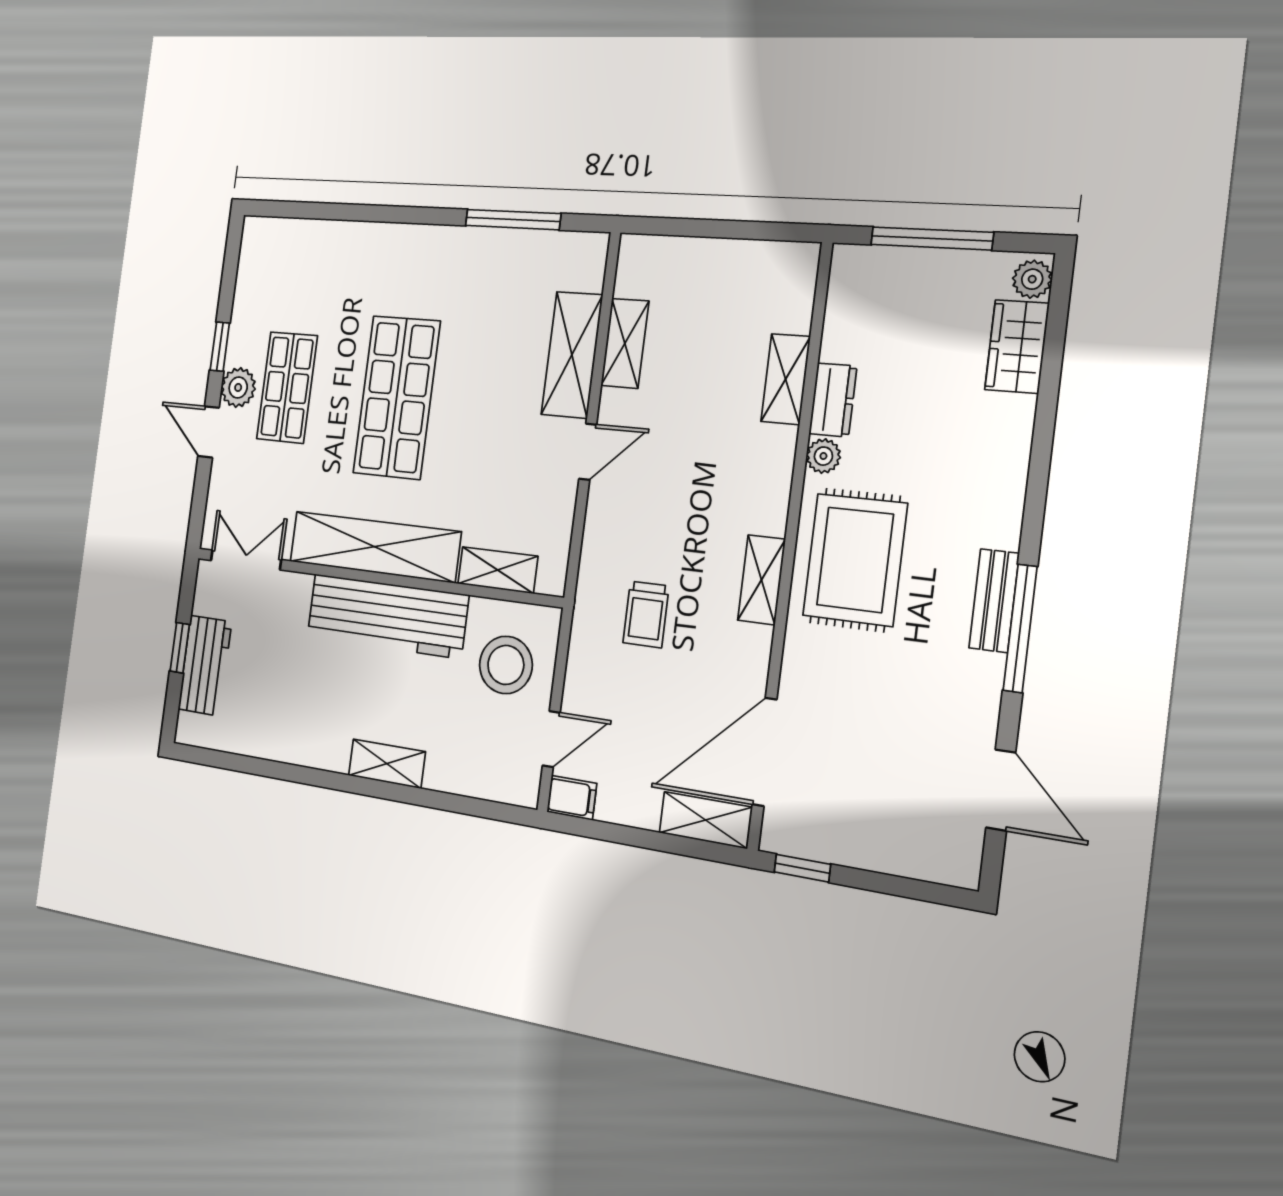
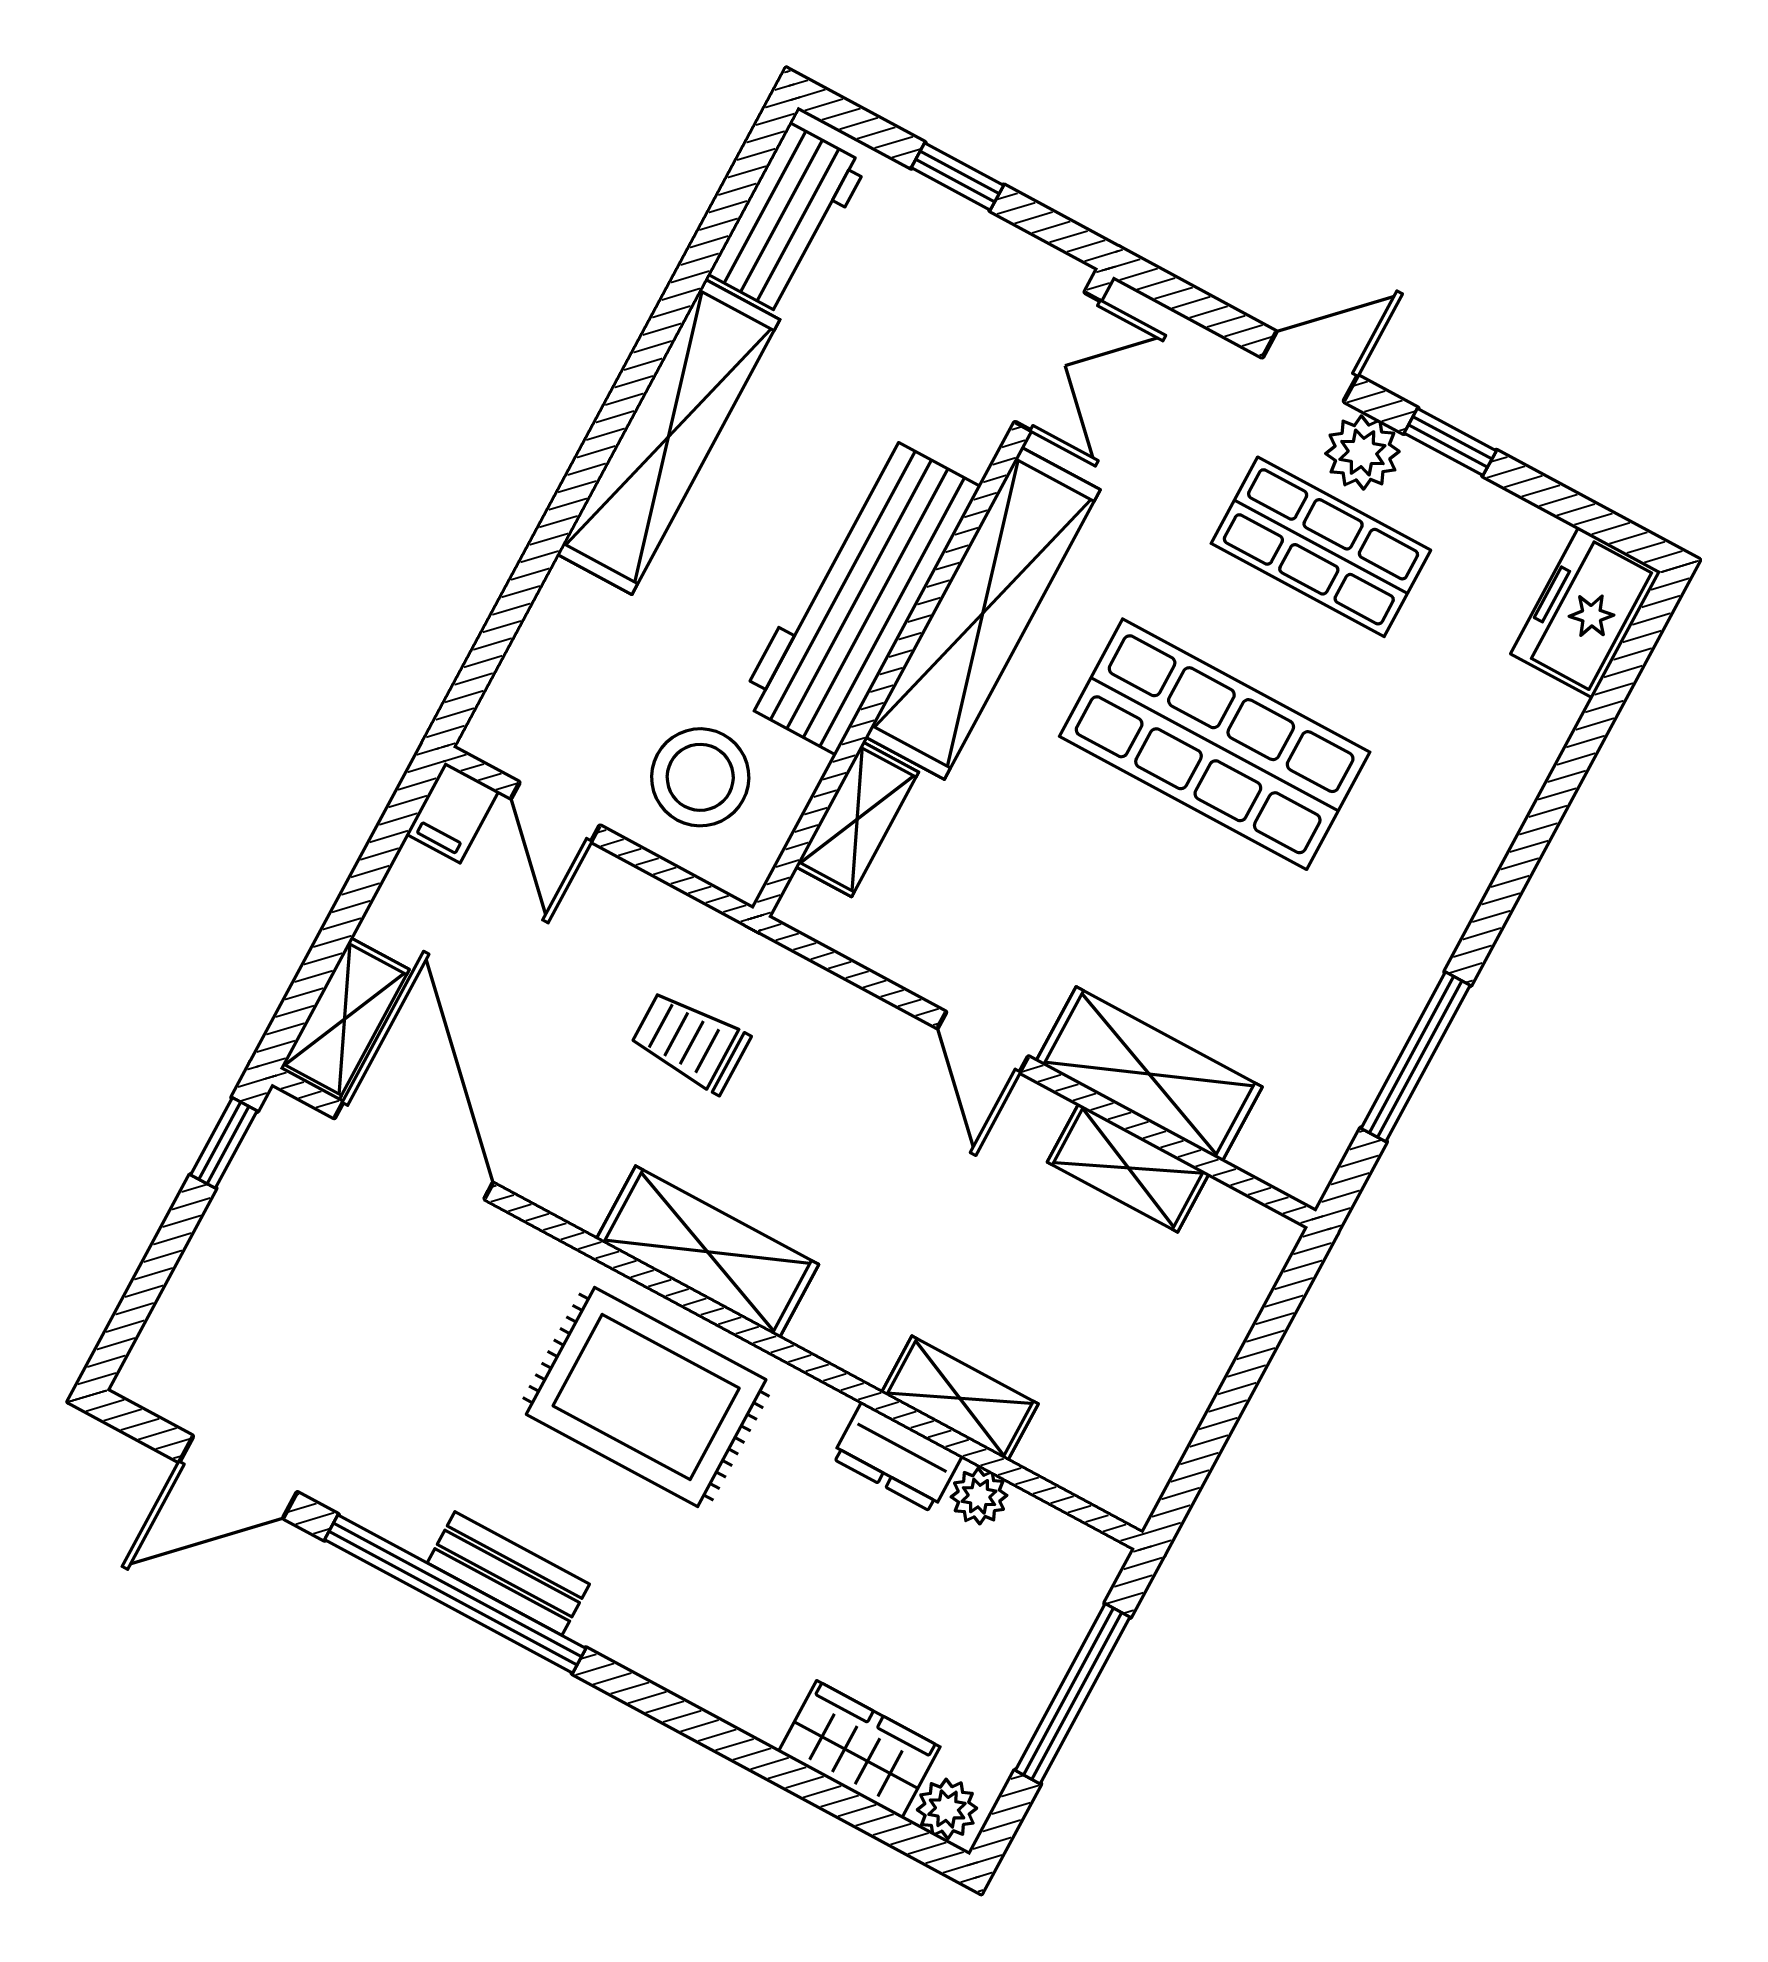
freezer: (274, 242) -> (1586, 613), added
plant: (823, 456) -> (979, 1496), moved
shelving: (761, 580) -> (707, 1252), width x1.50, depth x1.33
window: (1020, 628) -> (455, 1594), width x1.46
workbench: (205, 666) -> (788, 219), moved, turned -90
shelving: (387, 764) -> (668, 437), width x2.20, depth x1.33

